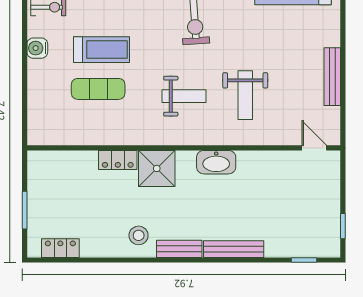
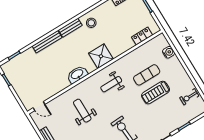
water cooler: (37, 48) -> (169, 52), moved
weight bench: (184, 96) -> (111, 84), moved
locker: (118, 160) -> (142, 36), moved

